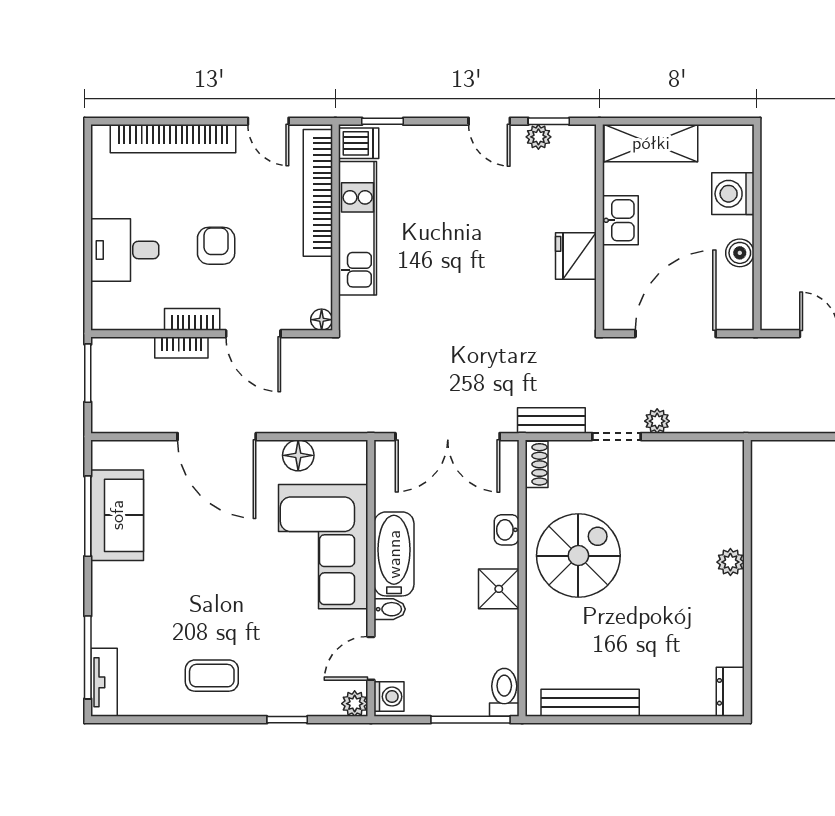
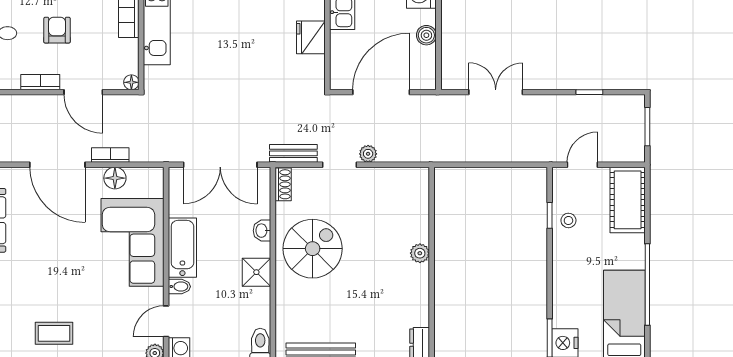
bookcase: (181, 347) -> (110, 155), moved, turned 180

